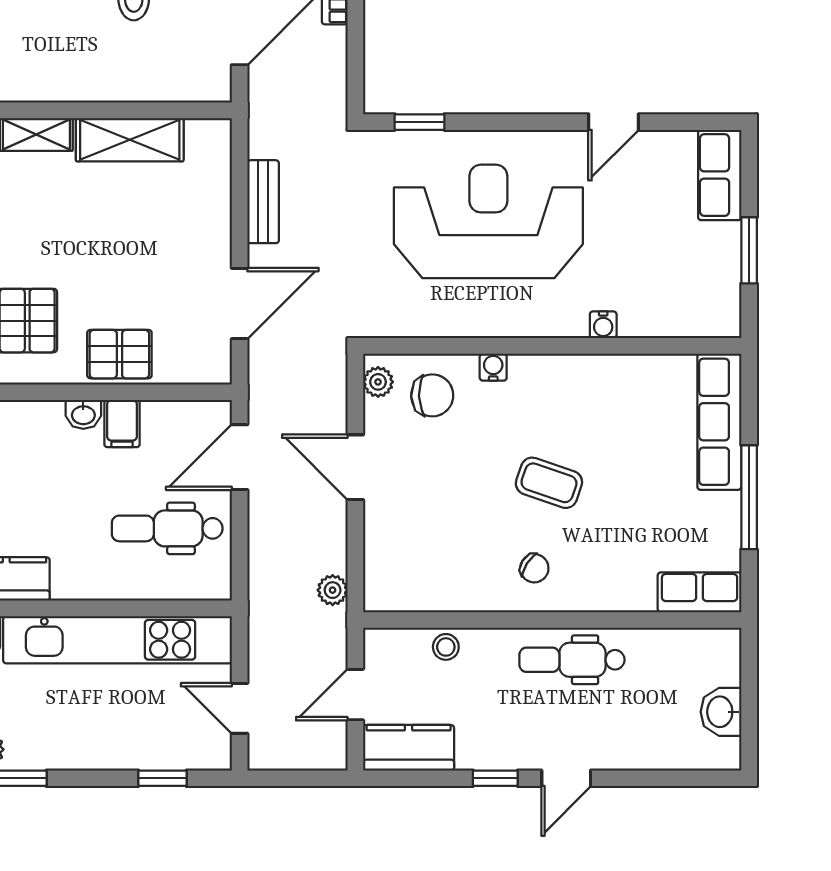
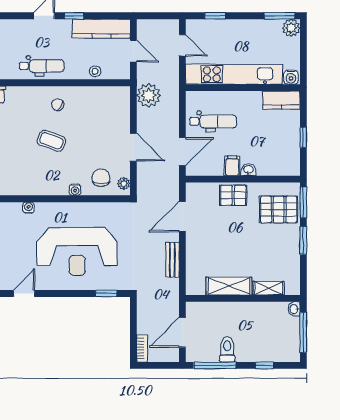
chair: (432, 395) -> (101, 178), turned 92
plant: (333, 590) -> (149, 95), width x1.88, depth x1.88
door: (355, 695) -> (133, 51), hinge flipped
kitchen counter: (409, 748) -> (101, 29), width x1.50

